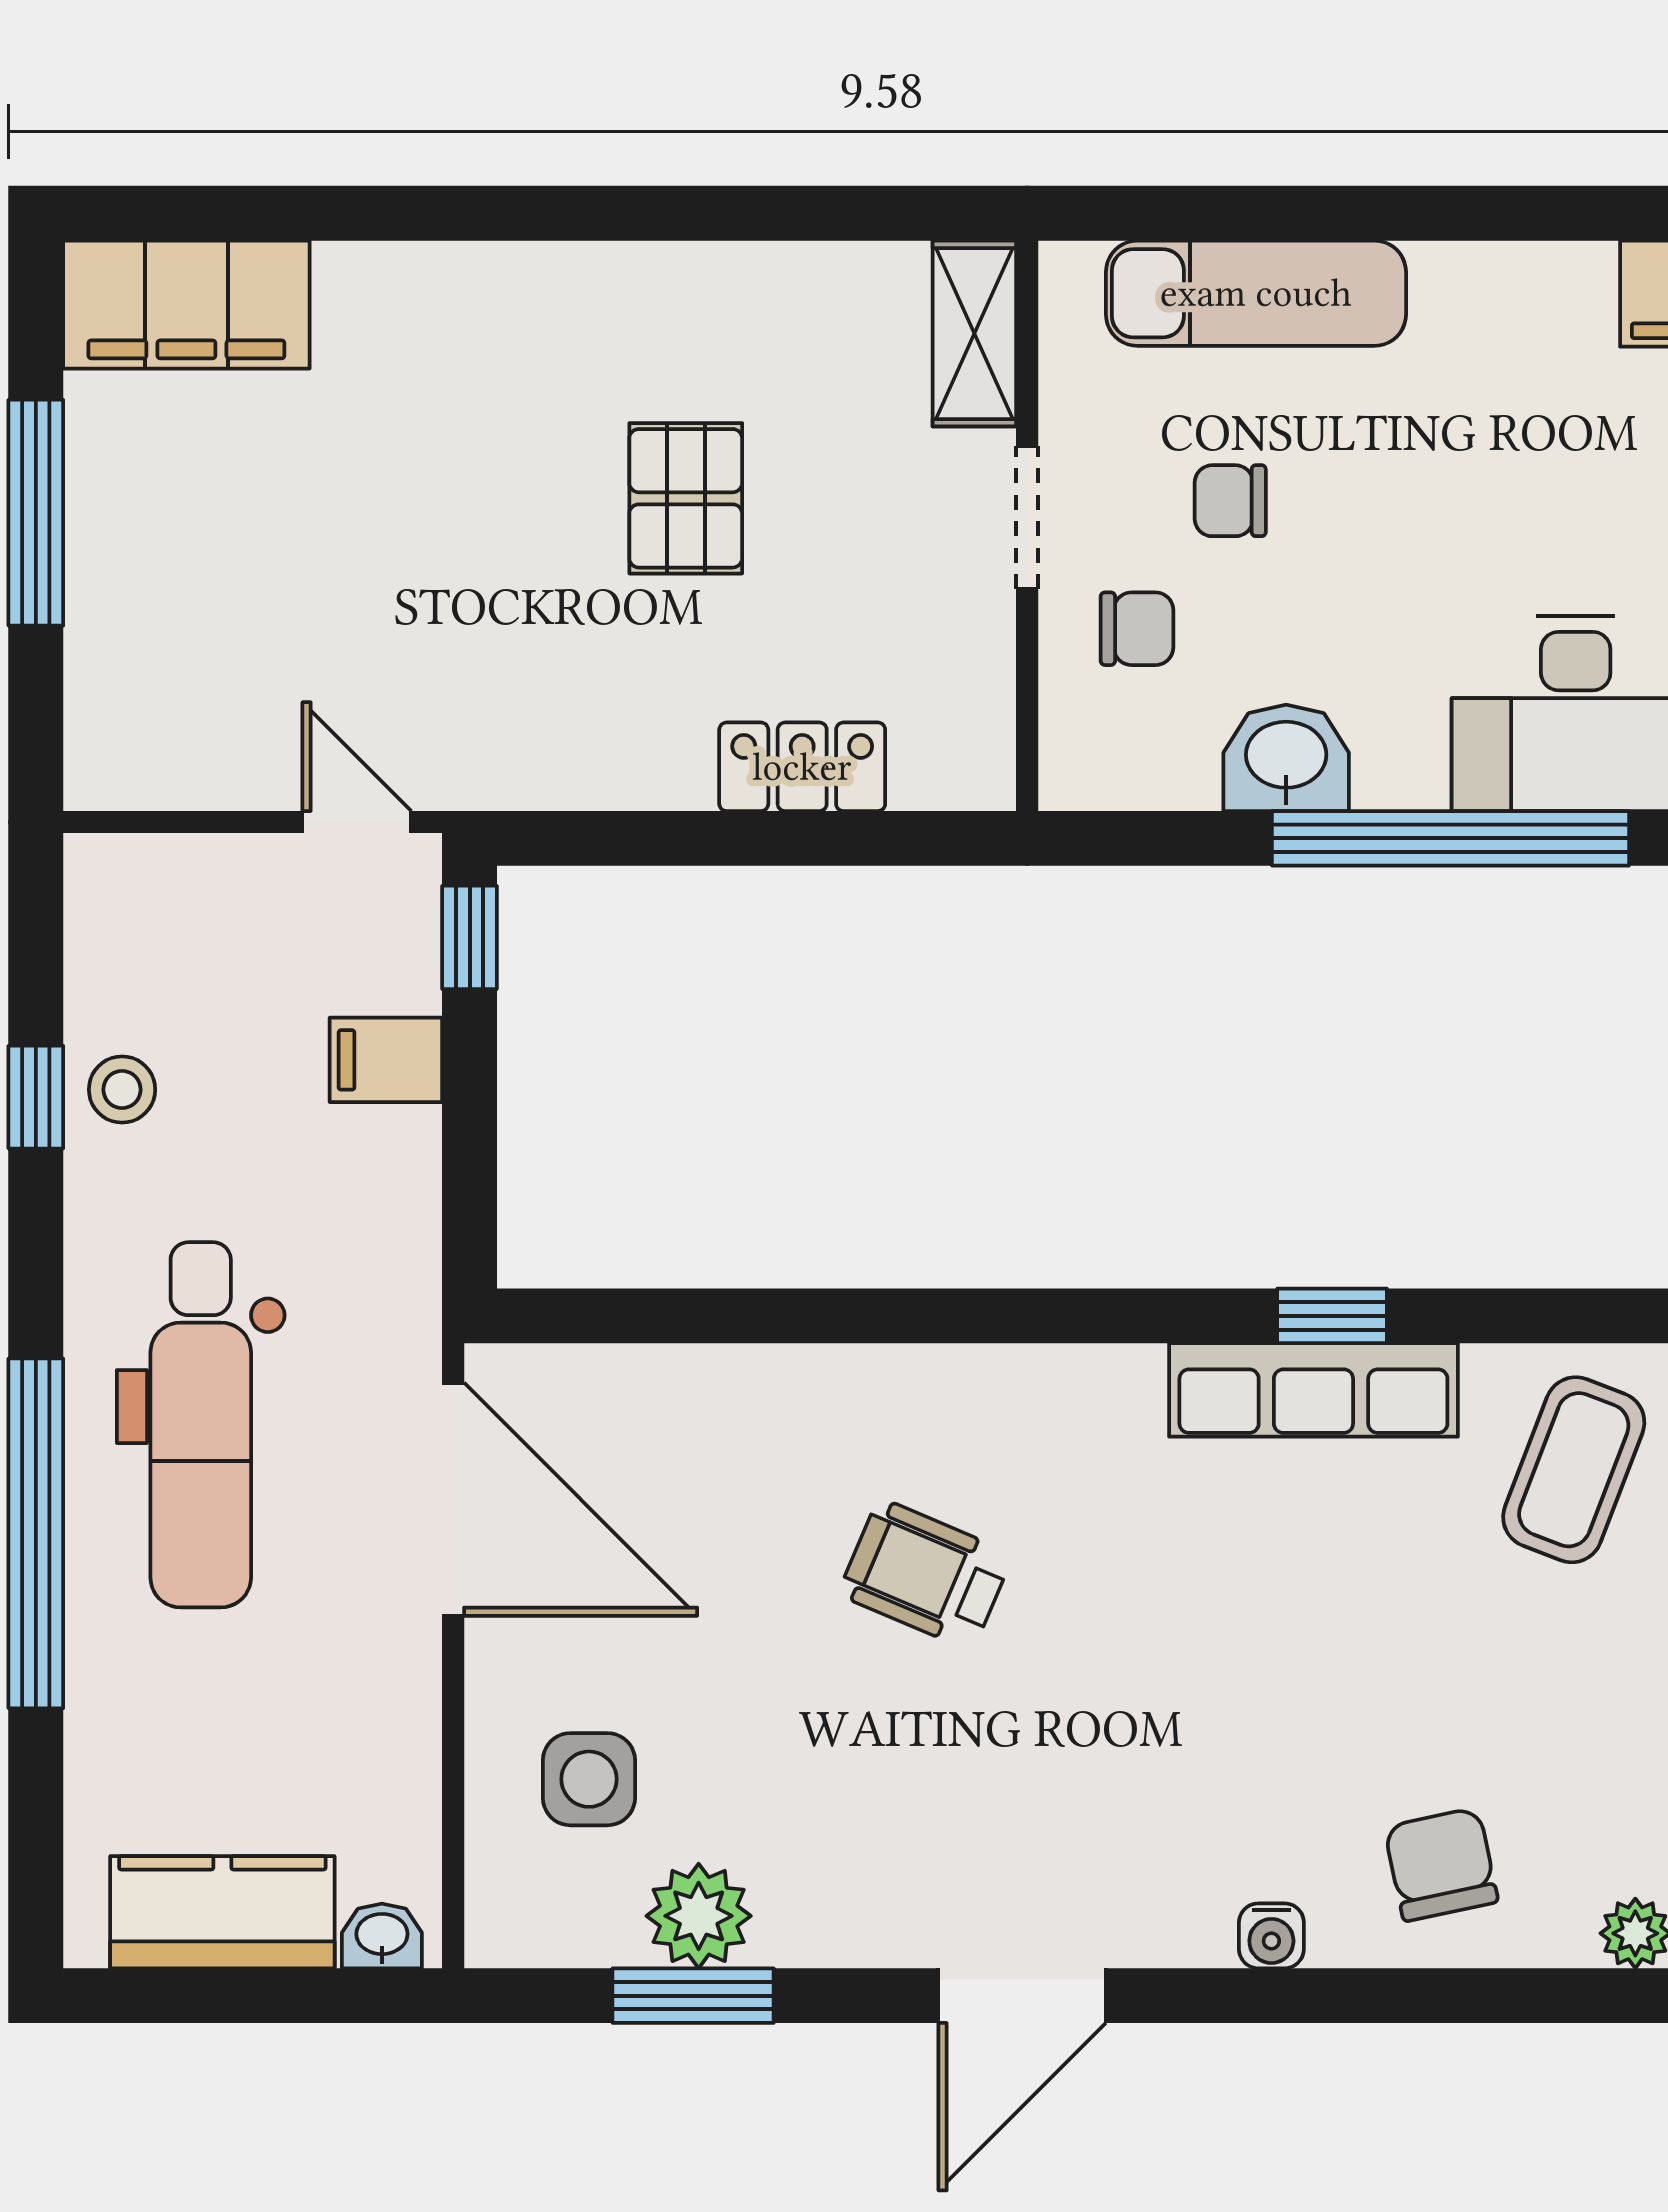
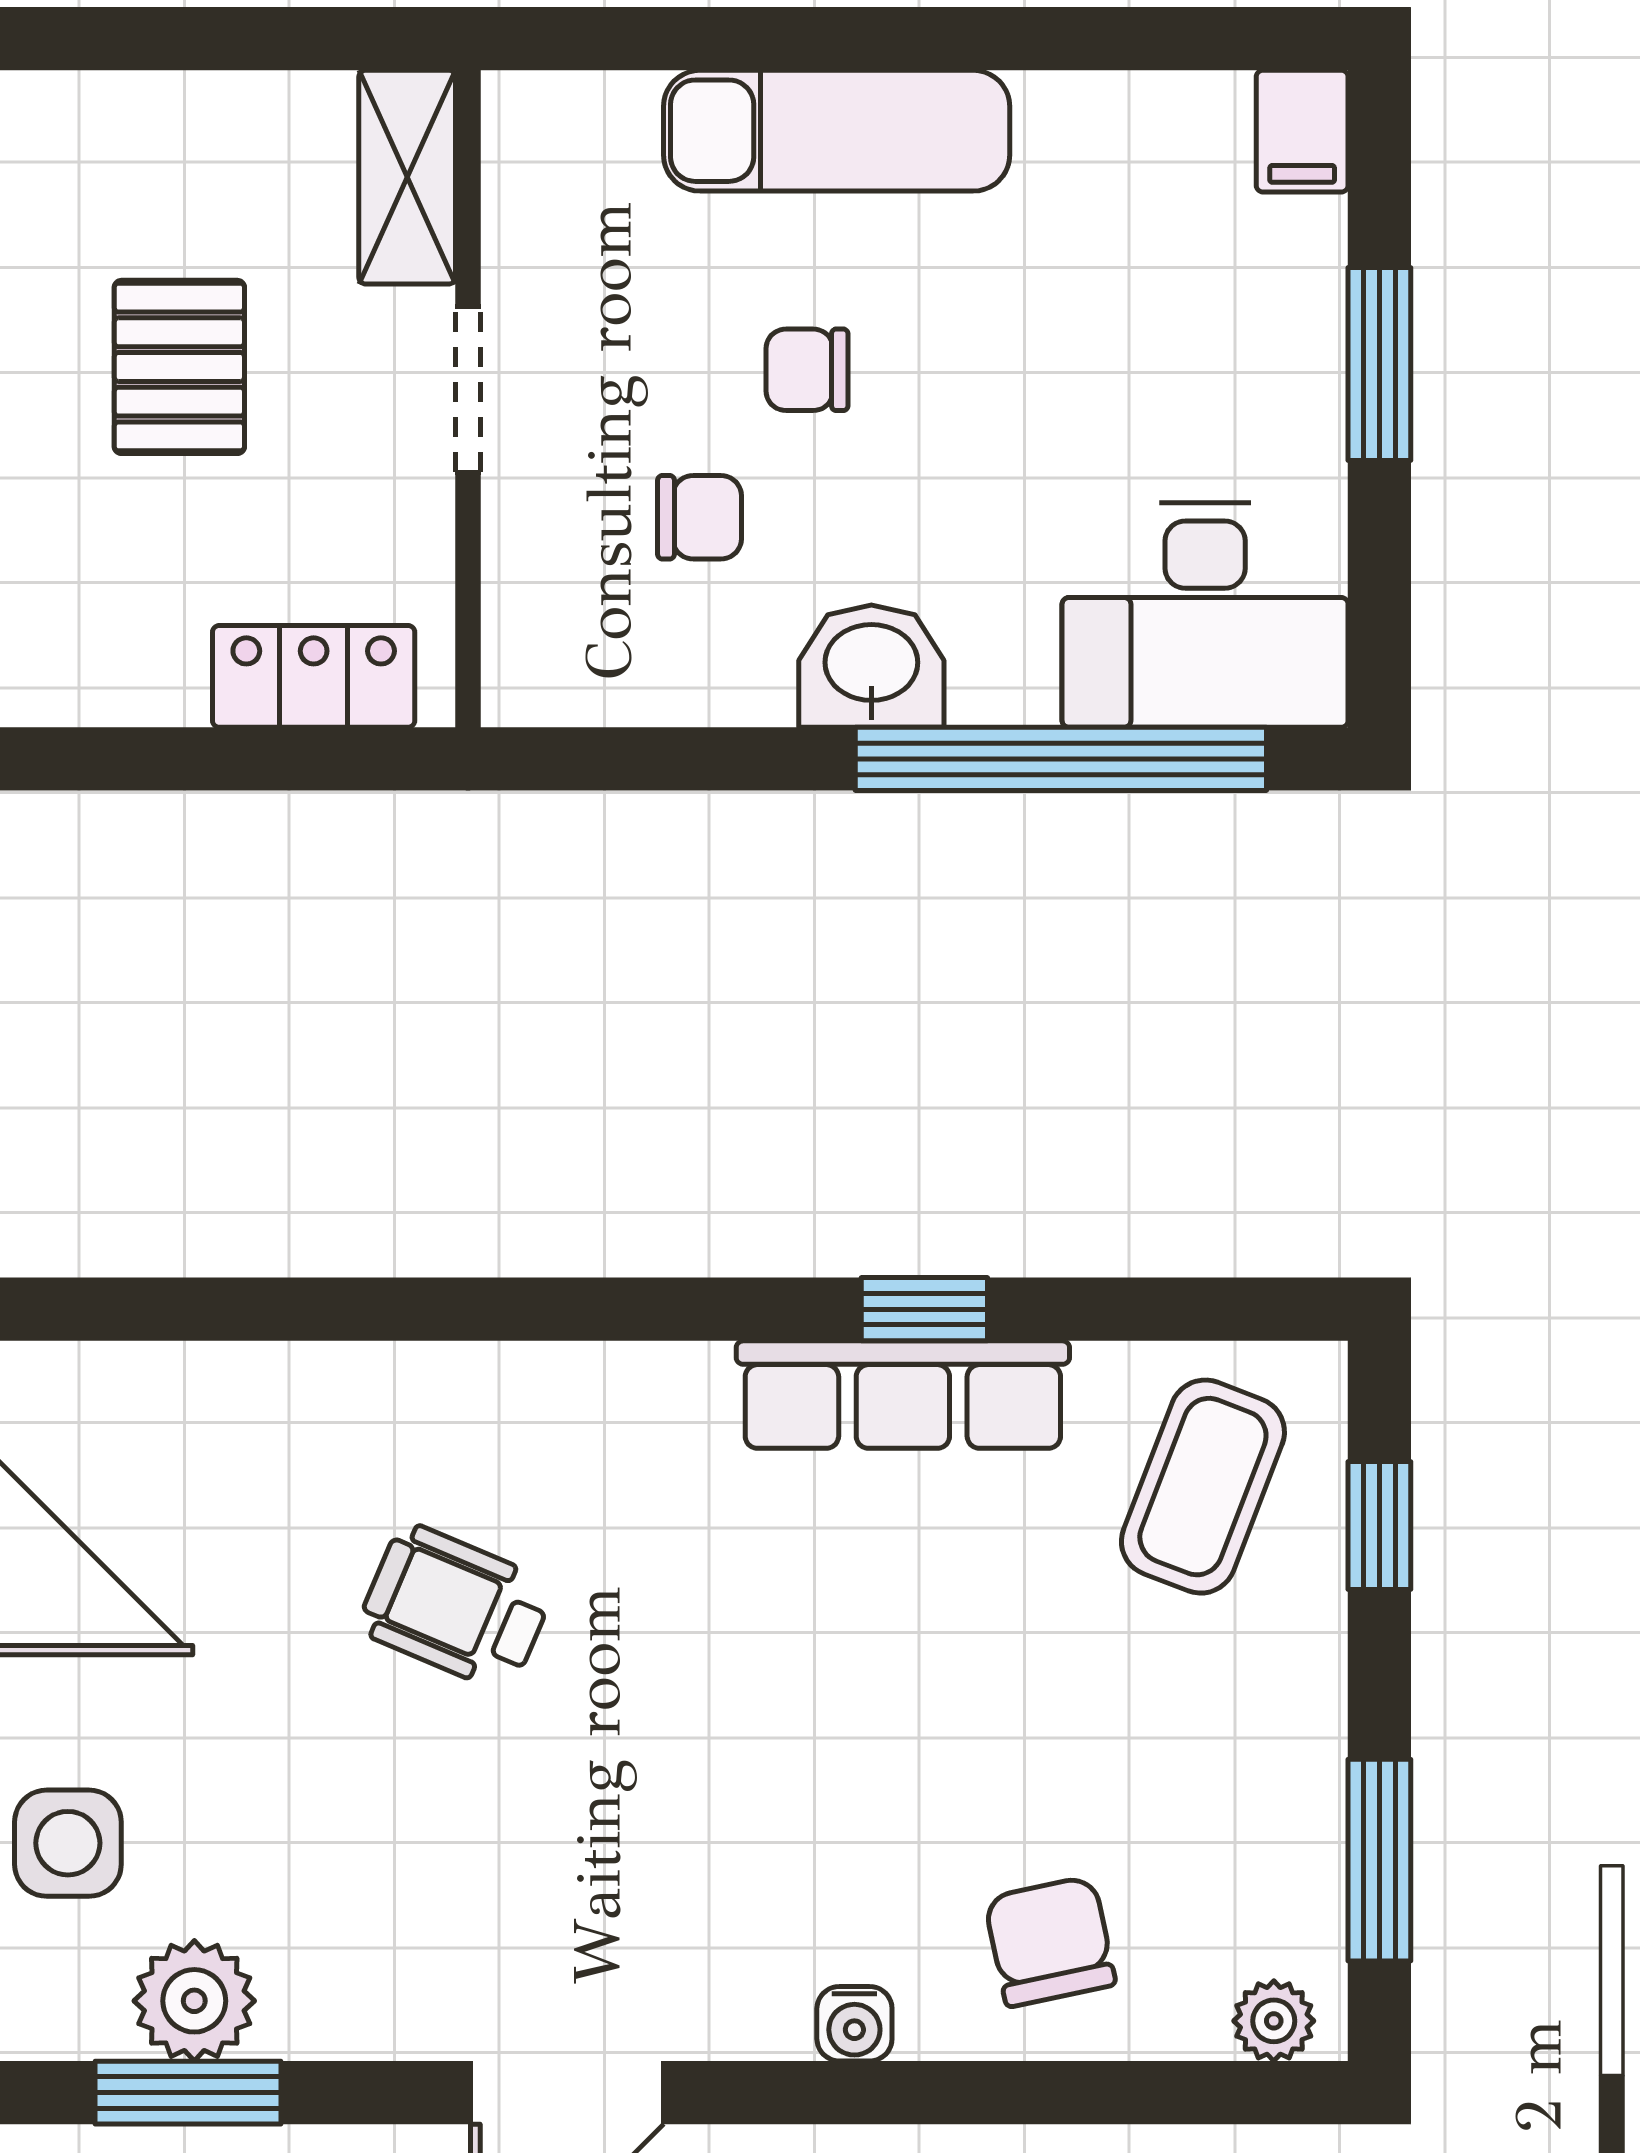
shelving: (974, 334) -> (407, 177), moved
doorway: (1027, 518) -> (468, 389), moved
wall: (1027, 526) -> (468, 399), moved

